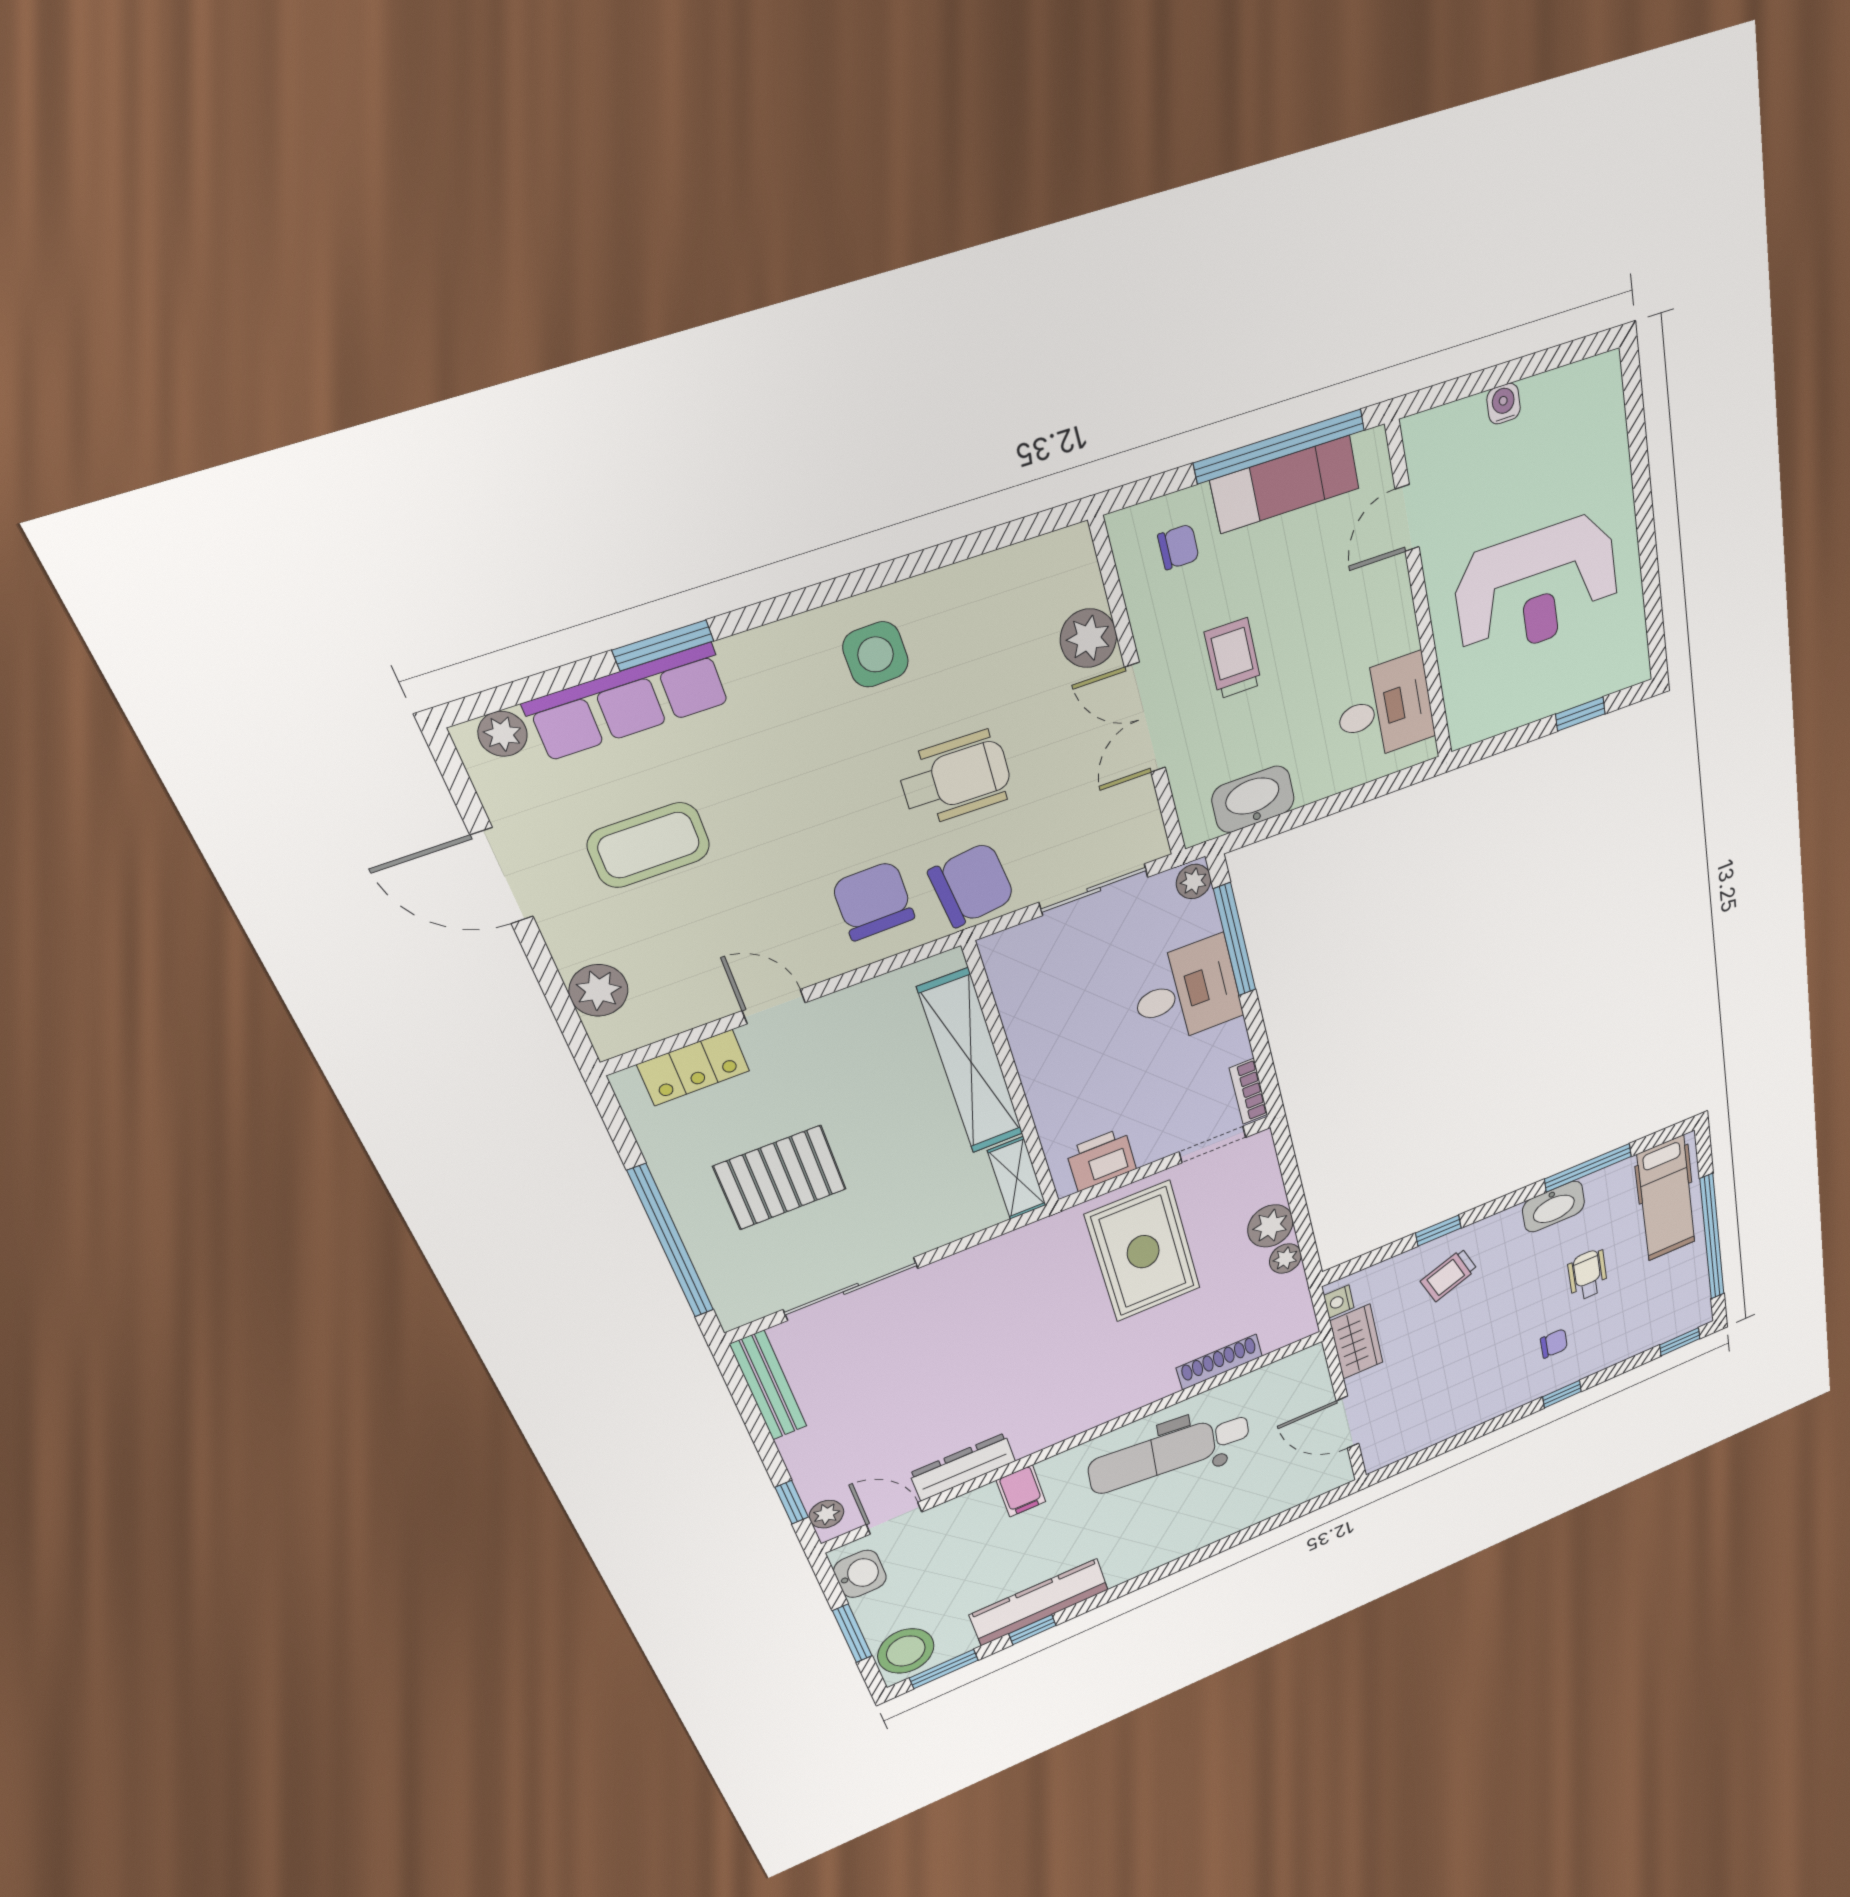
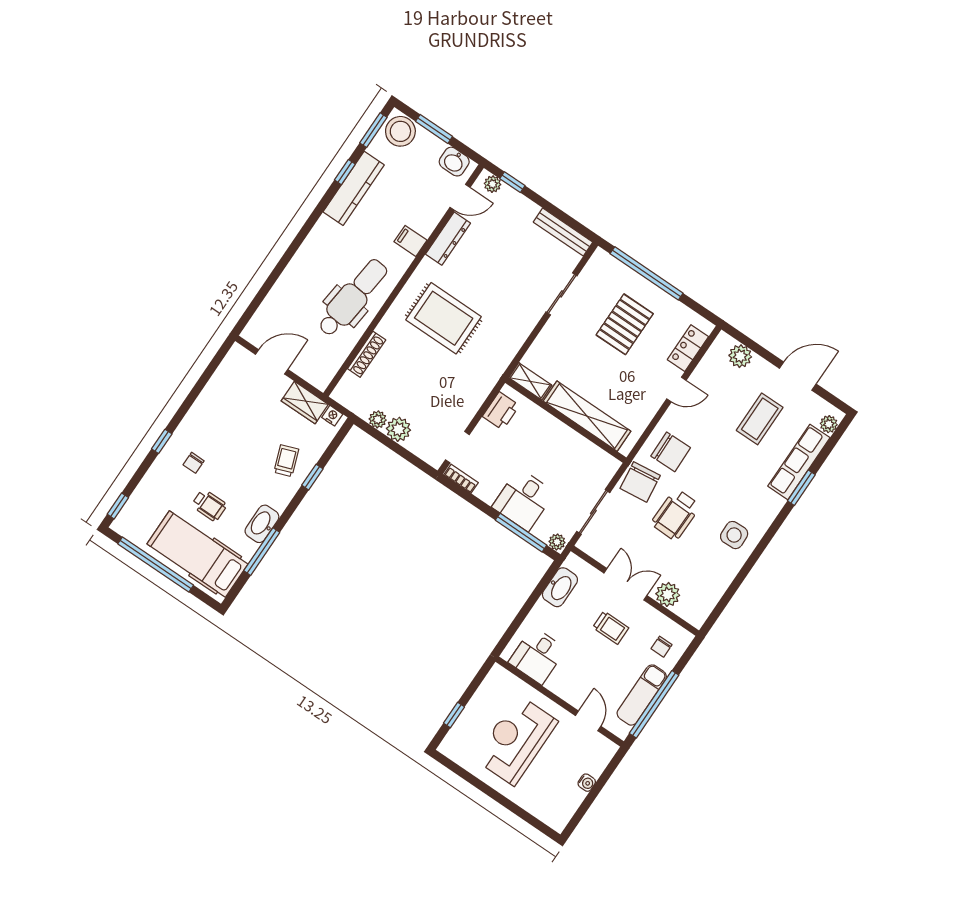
hospital bed: (1666, 1199) -> (197, 554), width x1.37, depth x1.29
rug: (1143, 1252) -> (444, 318), moved
sliding door: (851, 1289) -> (561, 294), width x0.73

